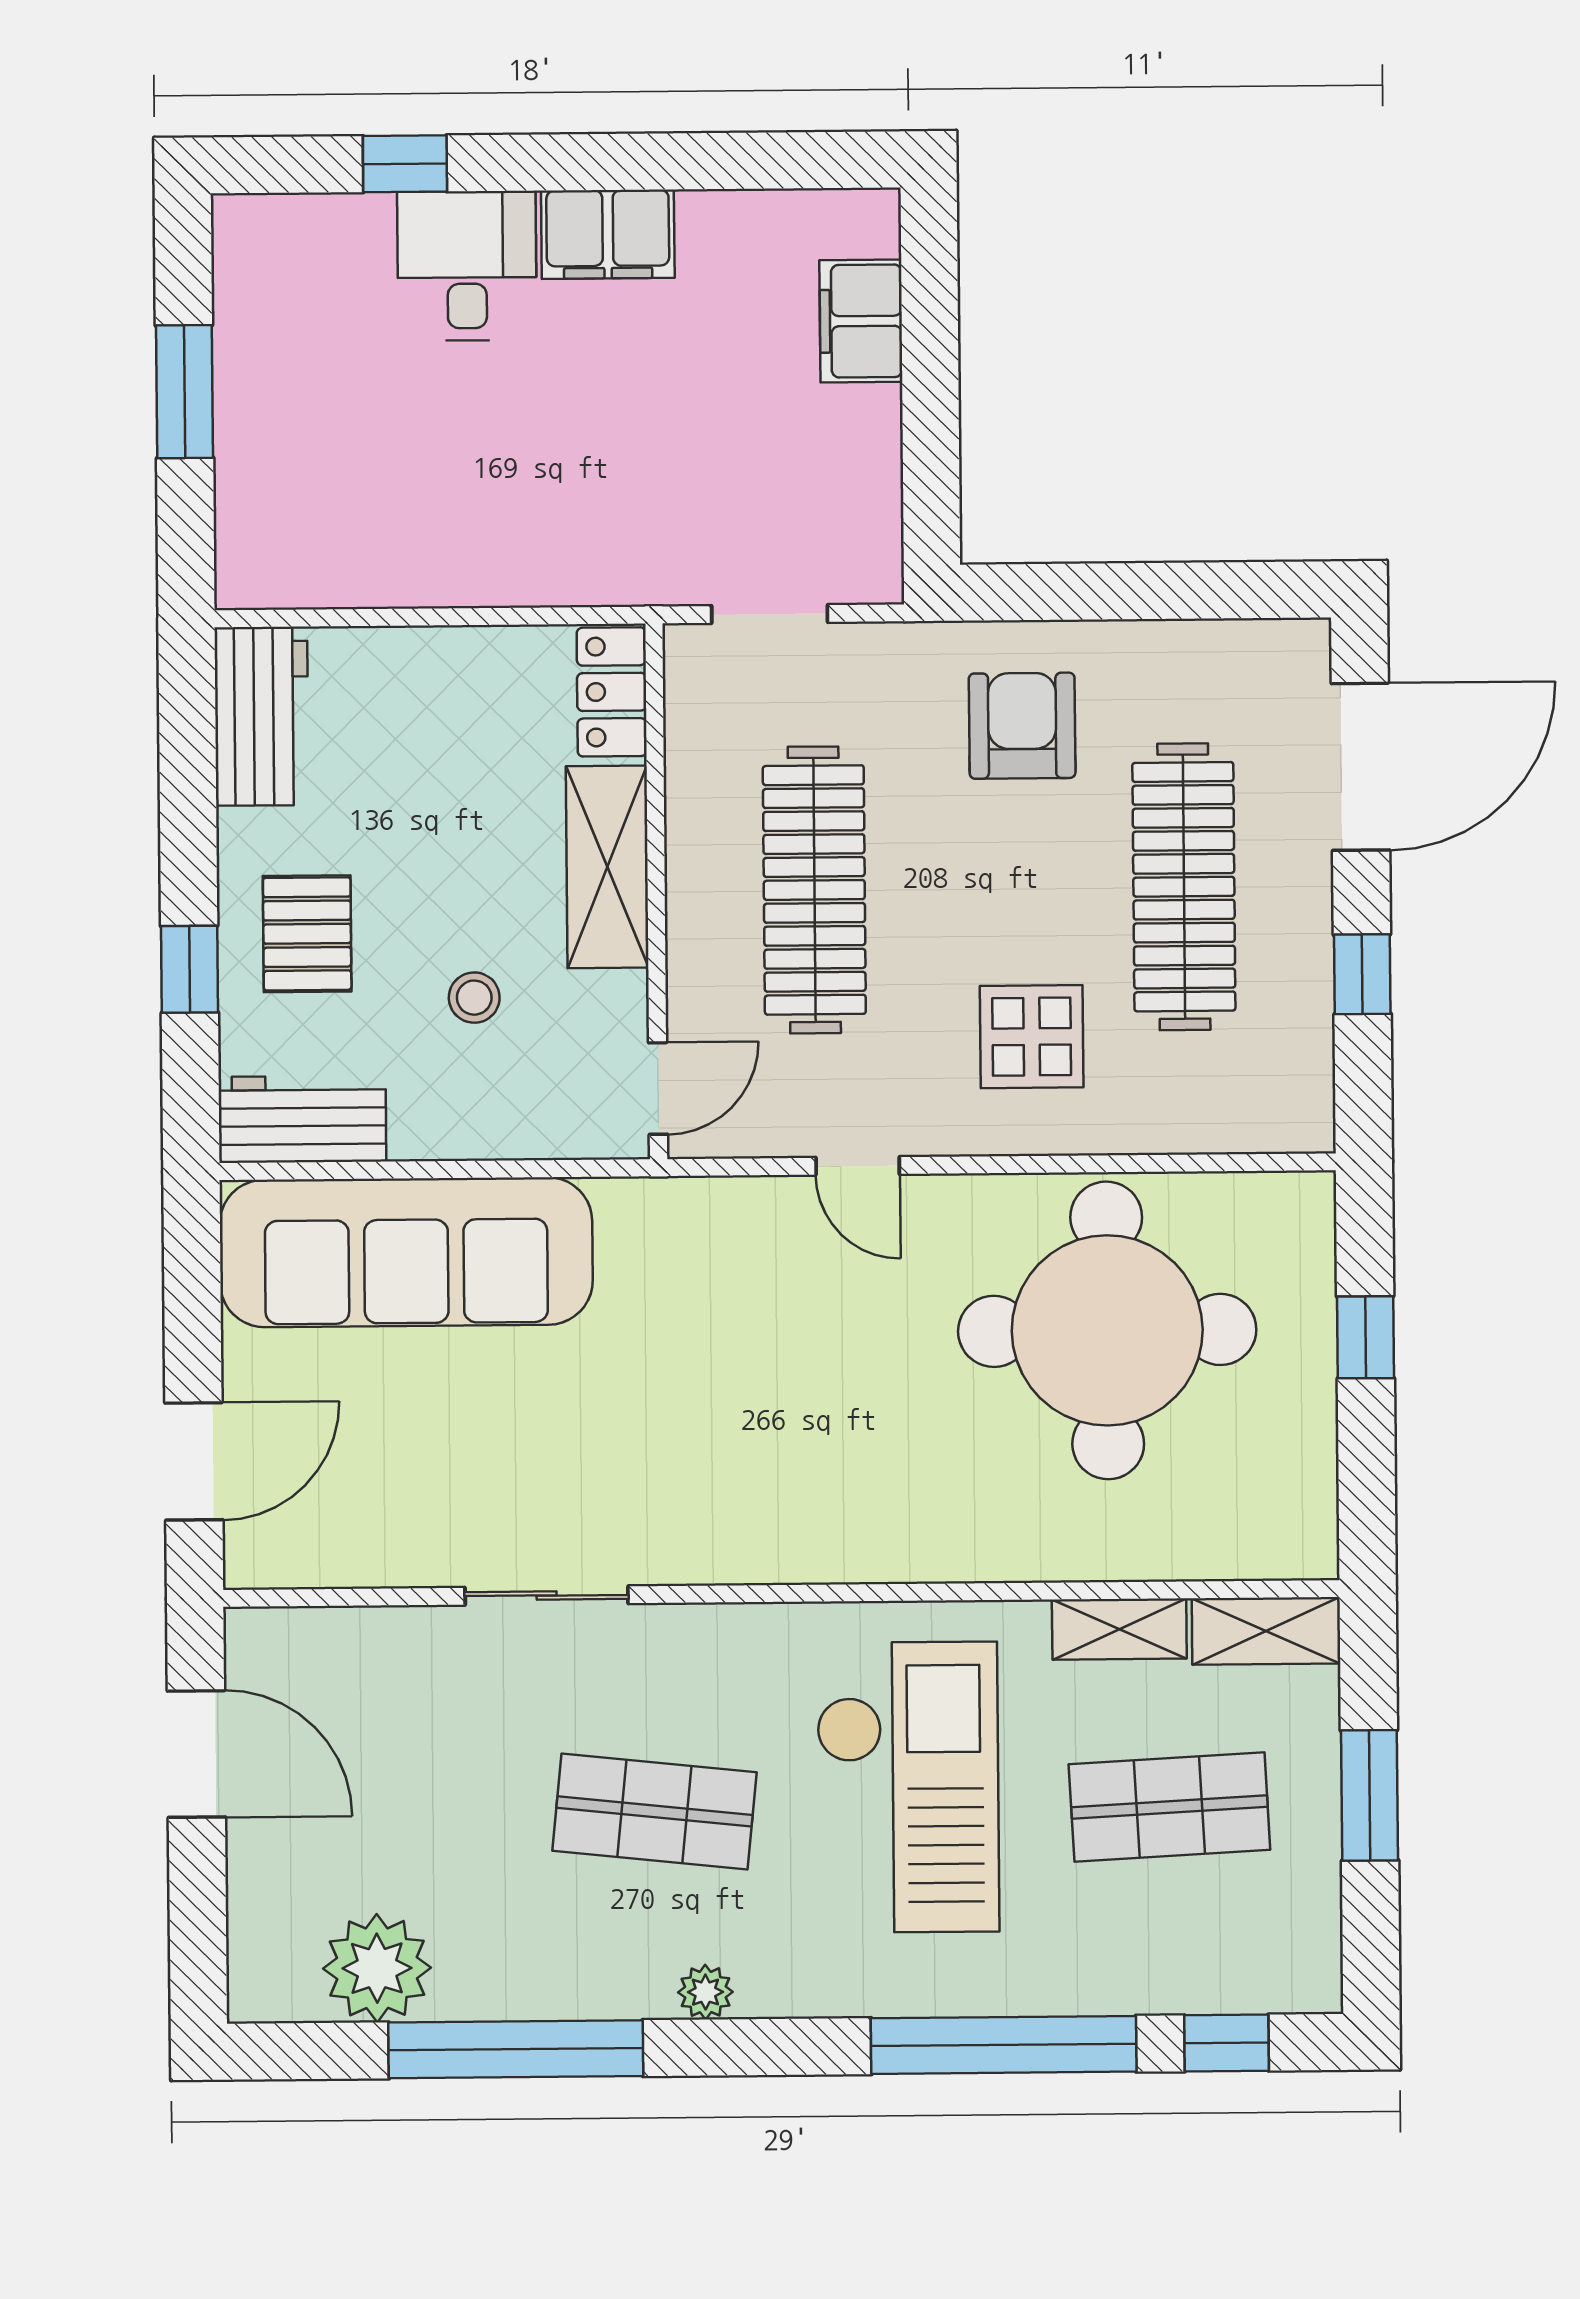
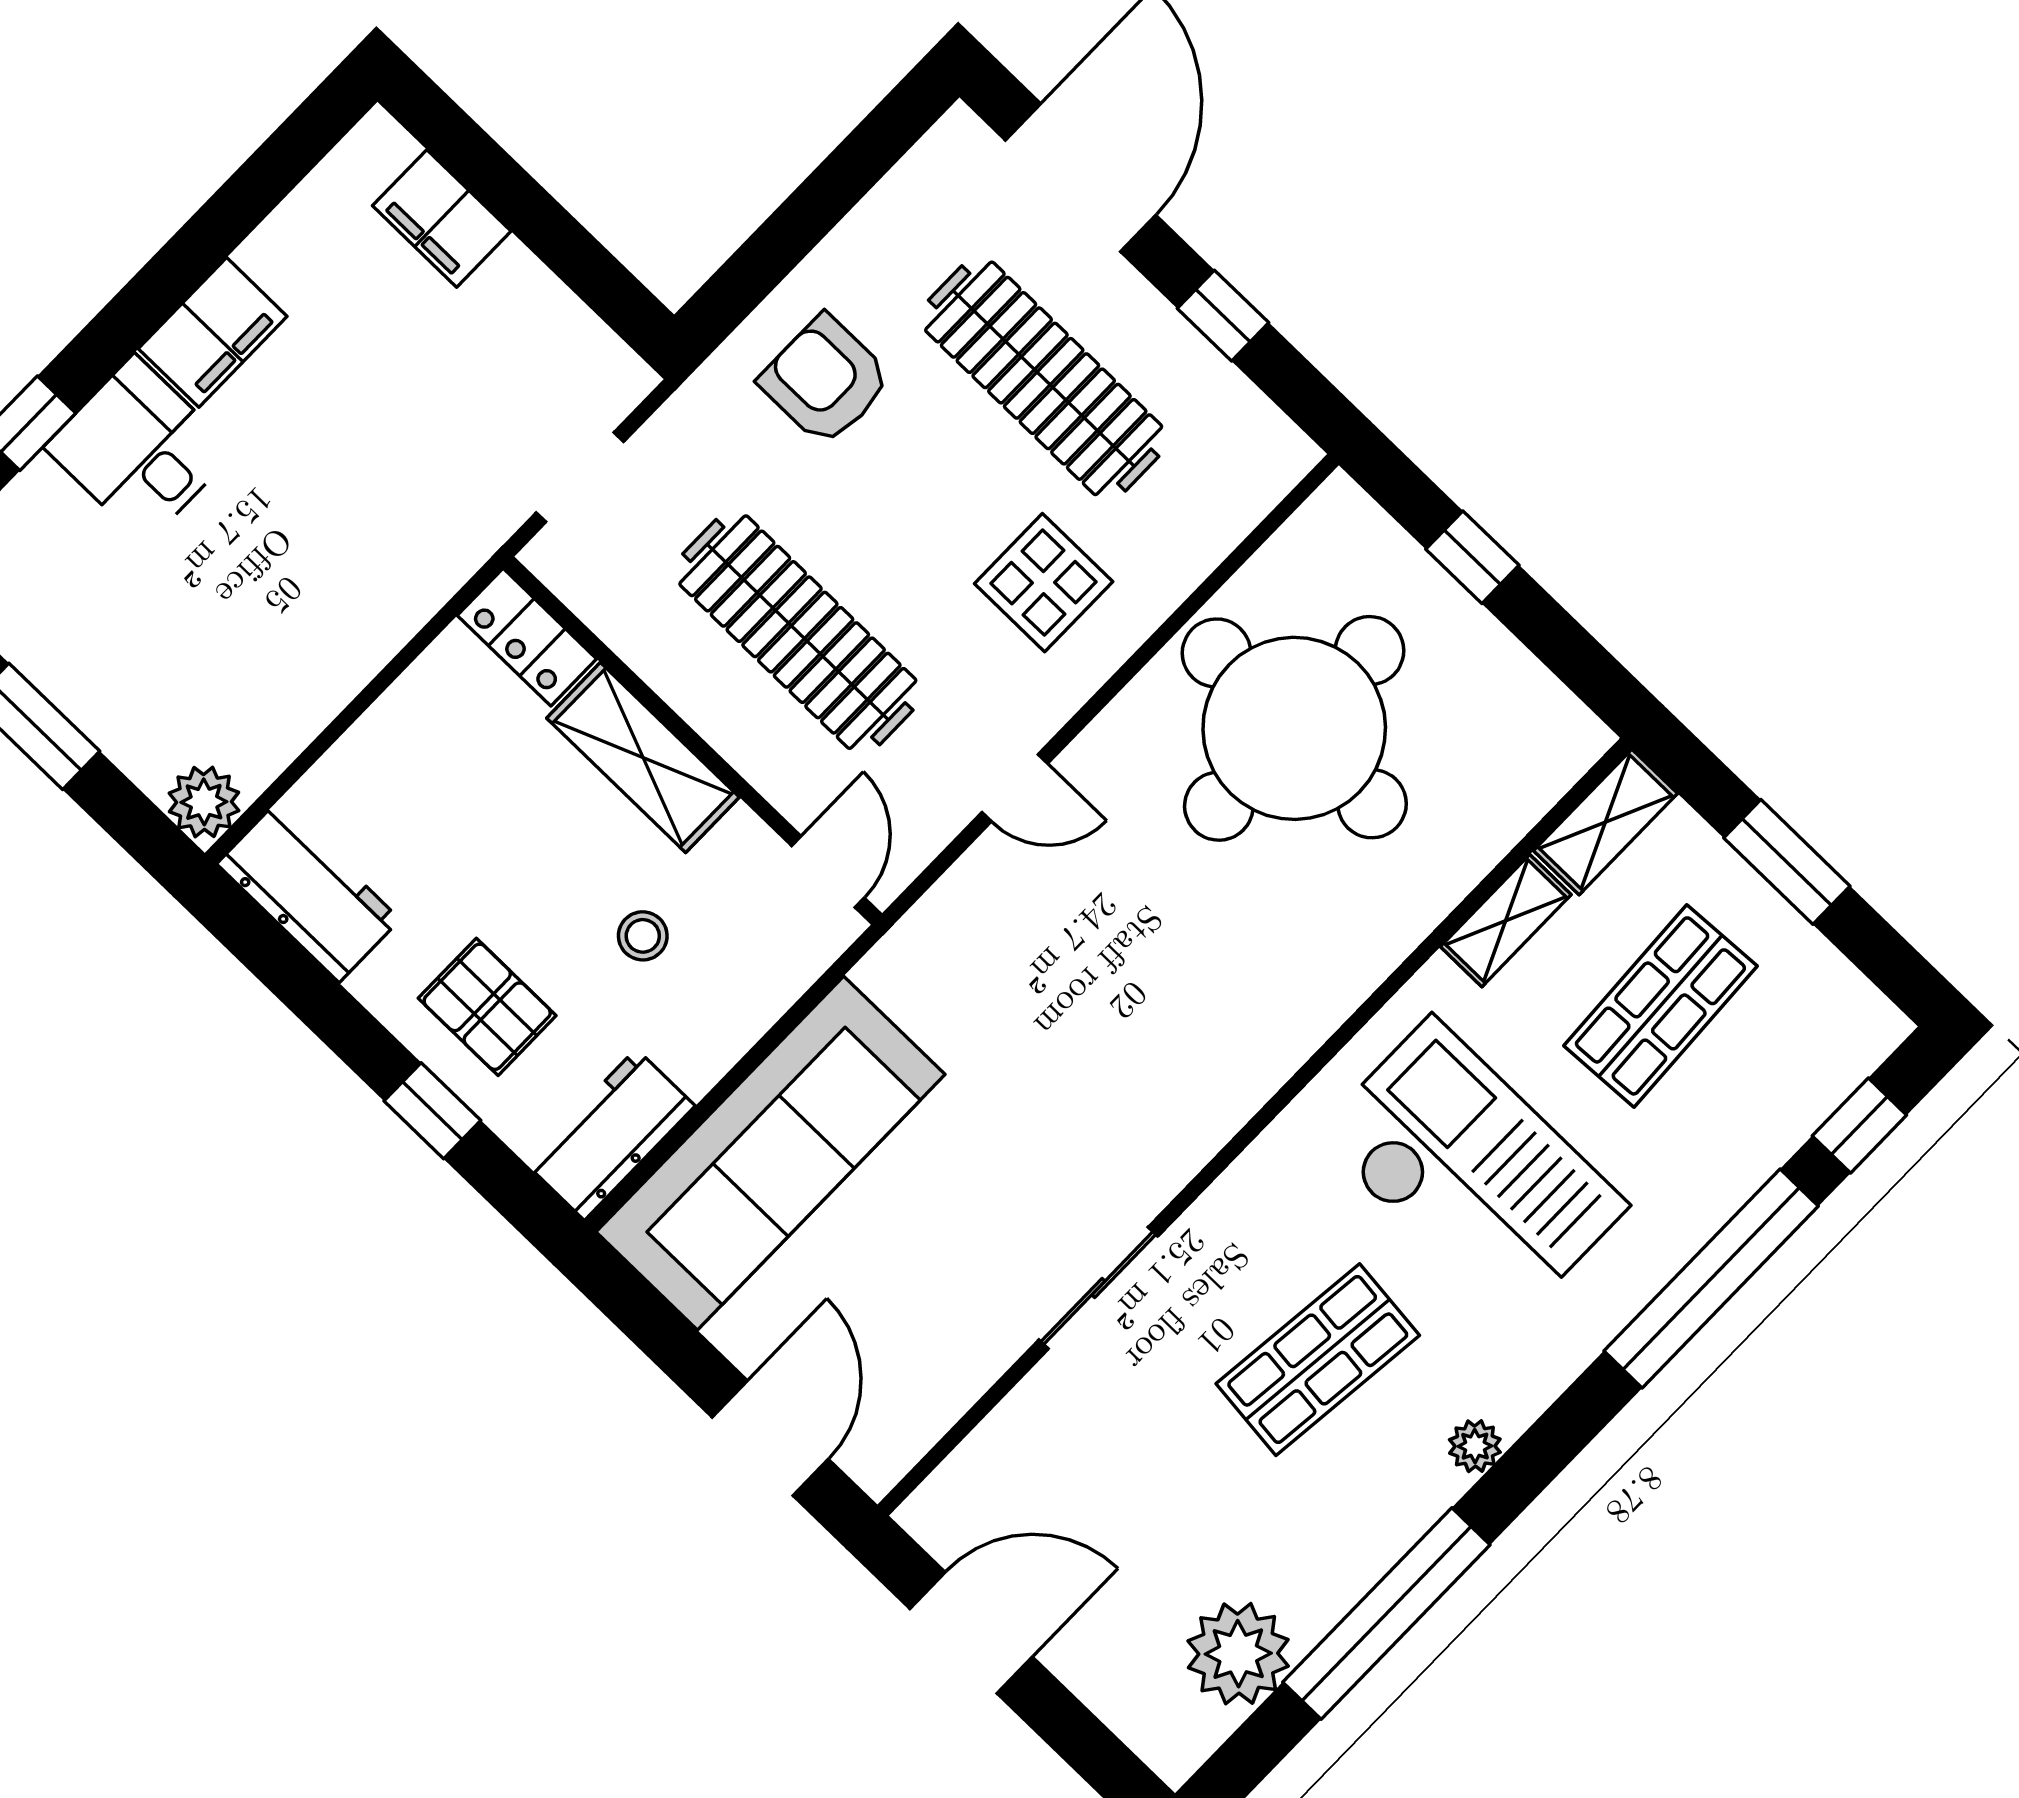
plant: (252, 572) -> (204, 802), added

